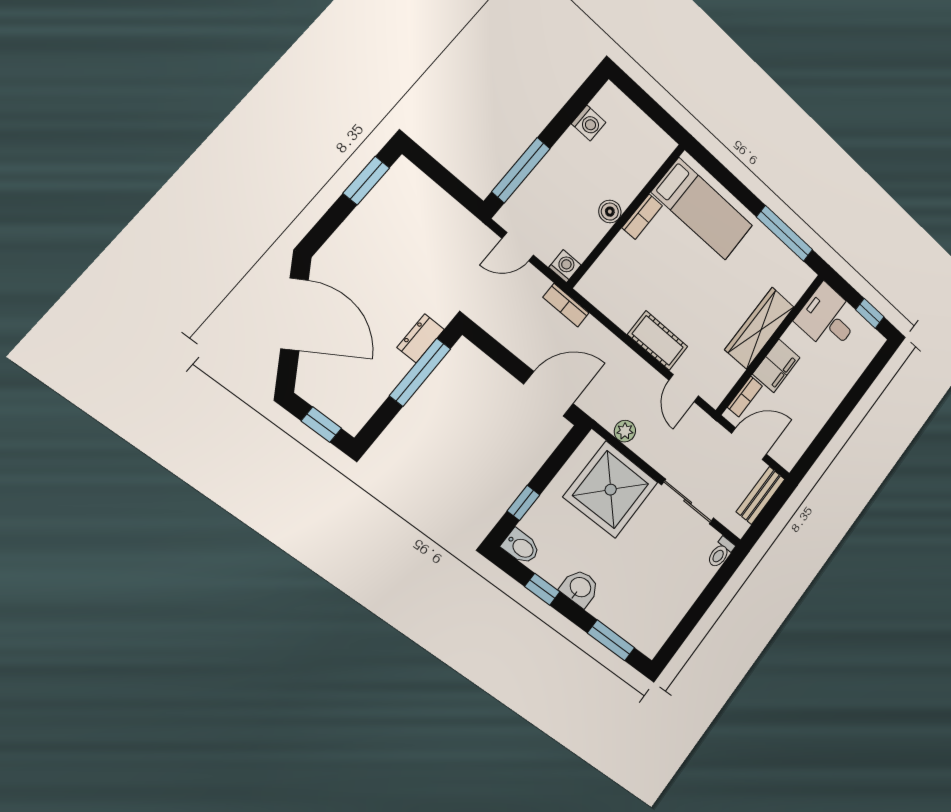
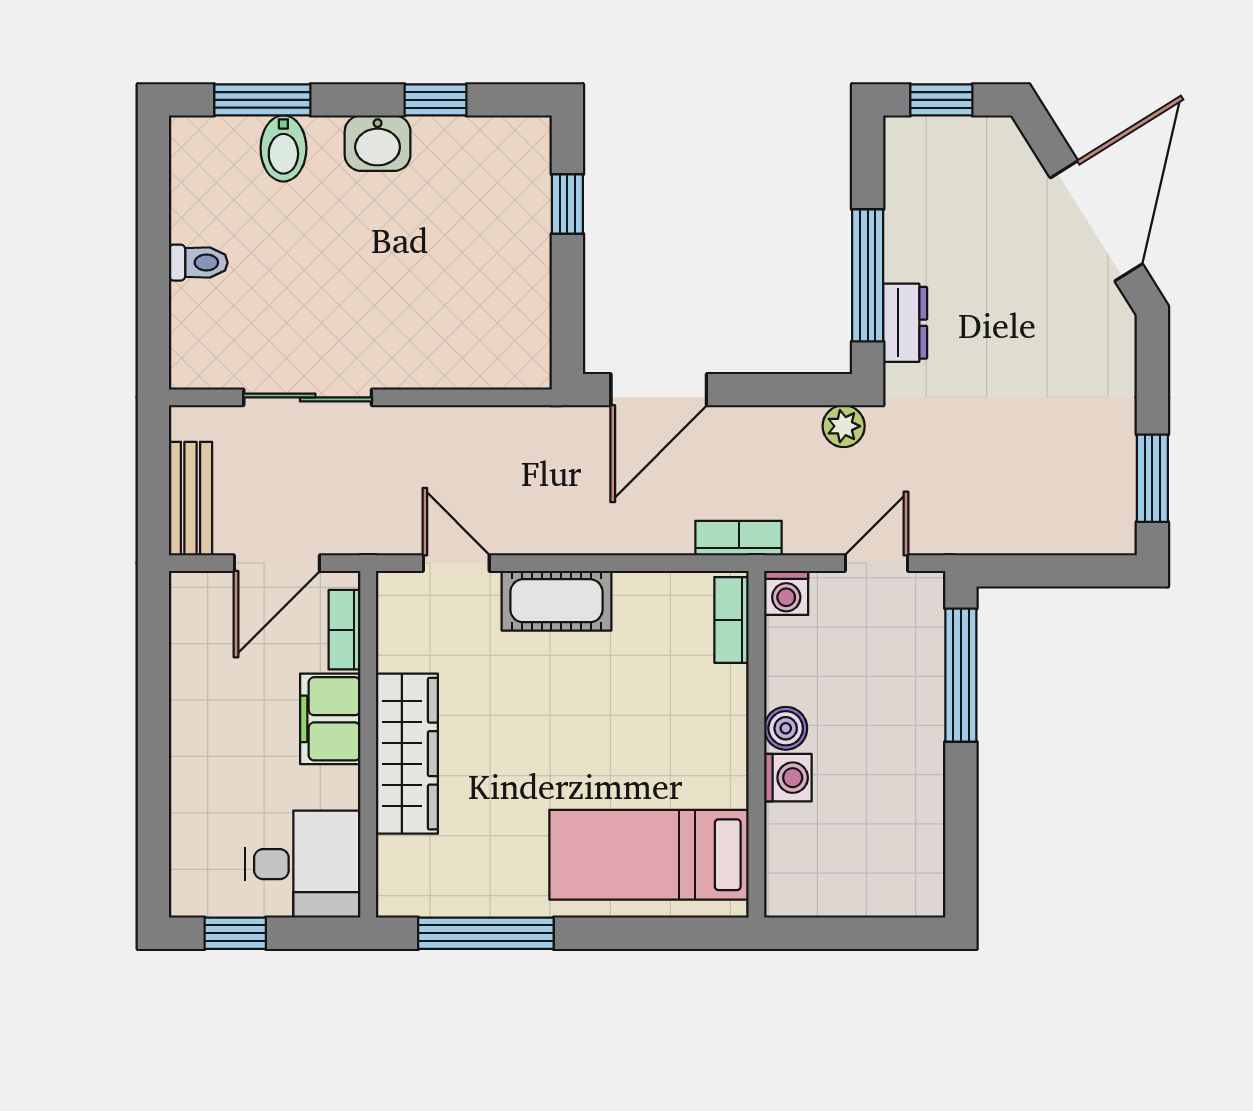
washing machine: (589, 123) -> (788, 778), moved, turned 180
bookcase: (642, 217) -> (731, 620), moved
door: (295, 314) -> (1096, 221), swing flipped
plant: (625, 431) -> (844, 426), moved
shower: (611, 490) -> (448, 323), removed
bidet: (521, 547) -> (283, 148), moved, turned -90
toilet: (721, 553) -> (198, 263), moved, turned 90

